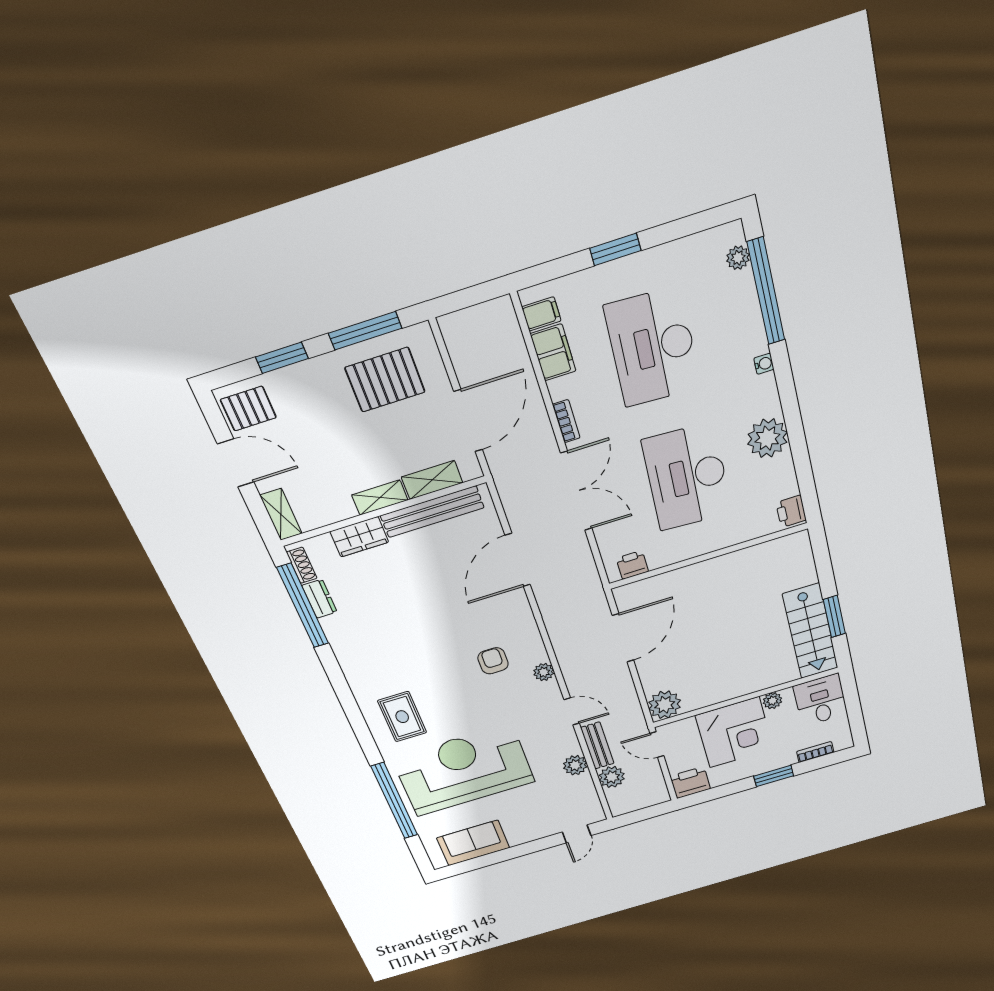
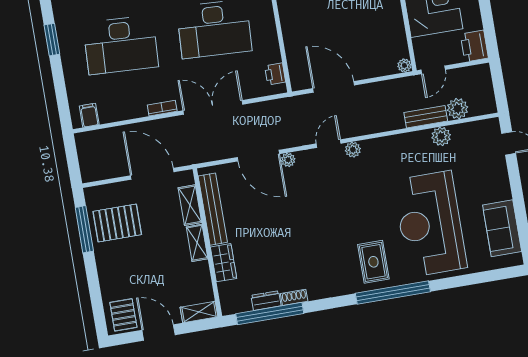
window: (615, 249) -> (52, 40), moved
filing cabinet: (553, 352) -> (115, 111), removed
window: (282, 358) -> (94, 285), removed
pallet: (385, 380) -> (117, 223), turned 90
door: (236, 463) -> (159, 333), hinge flipped
shoe rack: (302, 565) -> (294, 297), moved
plant: (518, 598) -> (288, 160), added
armchair: (493, 661) -> (337, 186), removed
plant: (665, 705) -> (404, 65), width x0.53, depth x0.53
door: (572, 711) -> (329, 144), moved
rug: (402, 717) -> (373, 262), turned 90
window: (394, 801) -> (393, 292), moved

